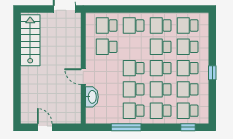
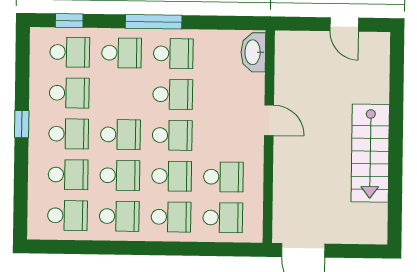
stairs: (30, 40) -> (370, 153), moved
school desk: (161, 89) -> (172, 176), moved
washbasin: (92, 97) -> (253, 52), moved
window: (126, 127) -> (154, 22), moved

